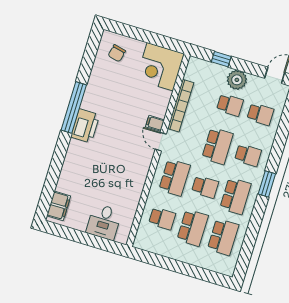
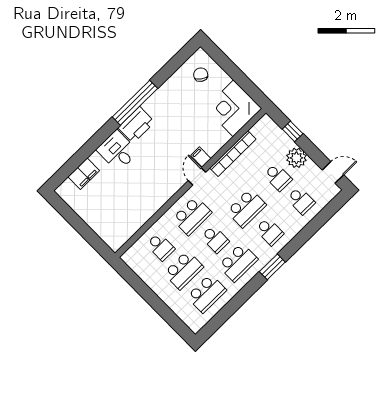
chair: (117, 53) -> (201, 75), turned 112
filing cabinet: (59, 206) -> (84, 174), moved
desk: (104, 222) -> (117, 151), moved, turned 90

